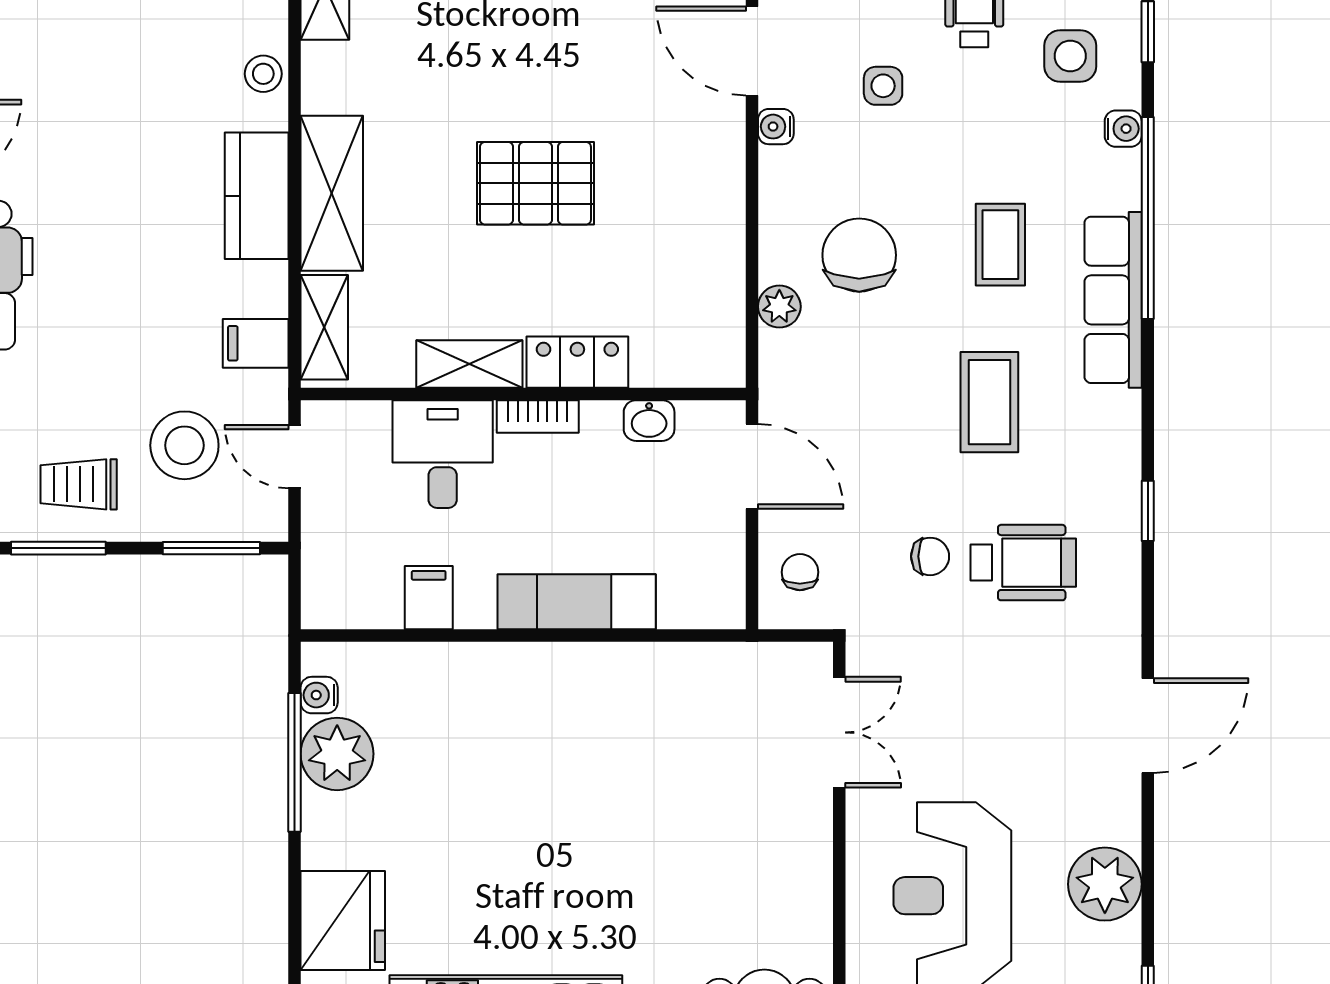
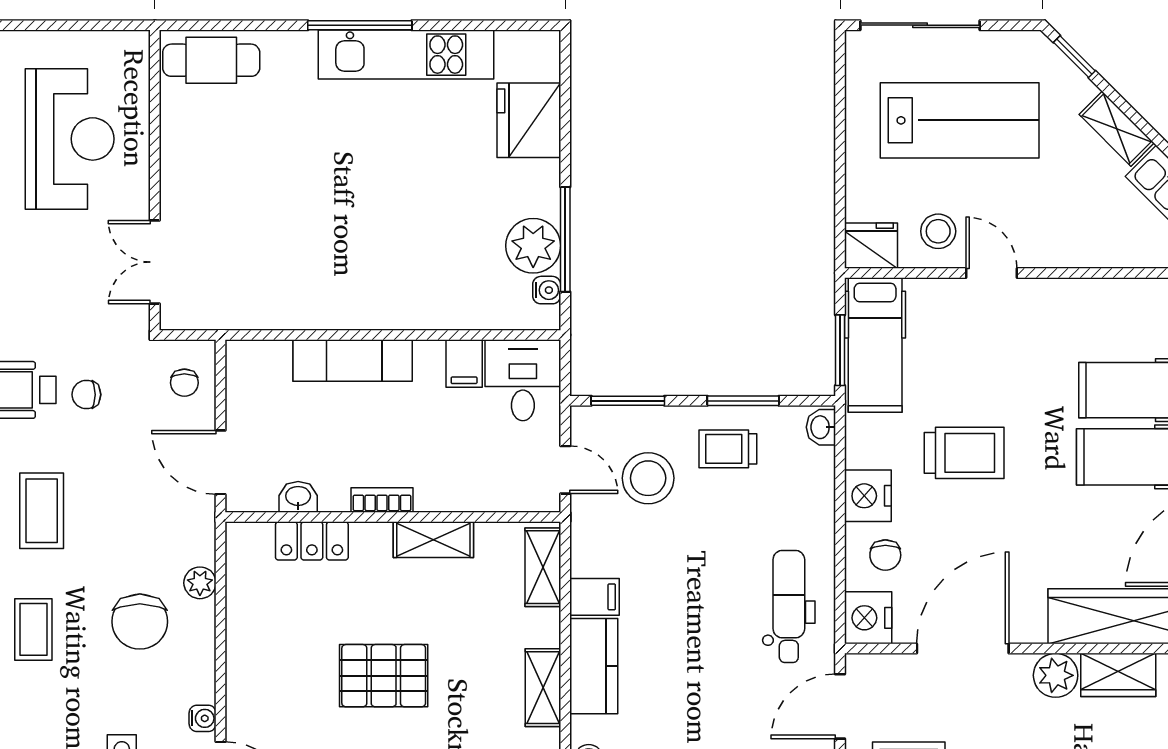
shelving: (332, 193) -> (543, 688), width x0.67, depth x0.75
filing cabinet: (256, 343) -> (594, 597), moved
locker: (577, 362) -> (312, 541), moved
desk: (443, 454) -> (523, 380), moved, turned 180
trolley: (79, 484) -> (728, 449), turned 180

